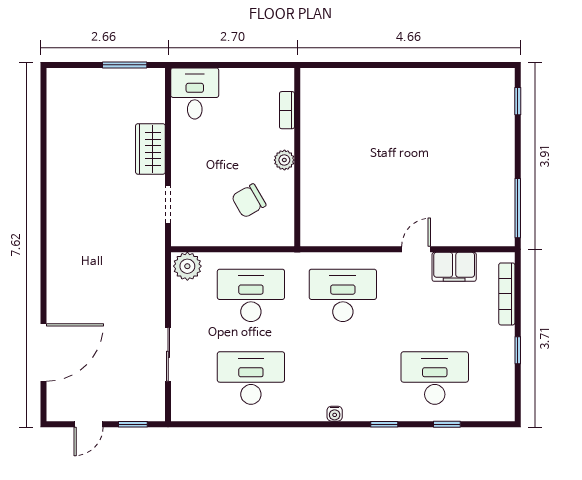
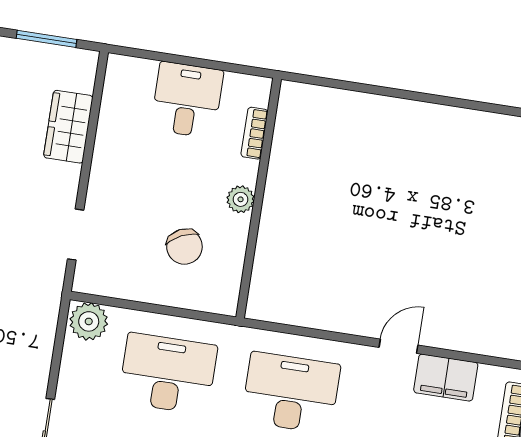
desk: (195, 93) -> (187, 100), moved
wardrobe: (150, 149) -> (68, 127), moved
chair: (249, 201) -> (184, 247), turned -86

